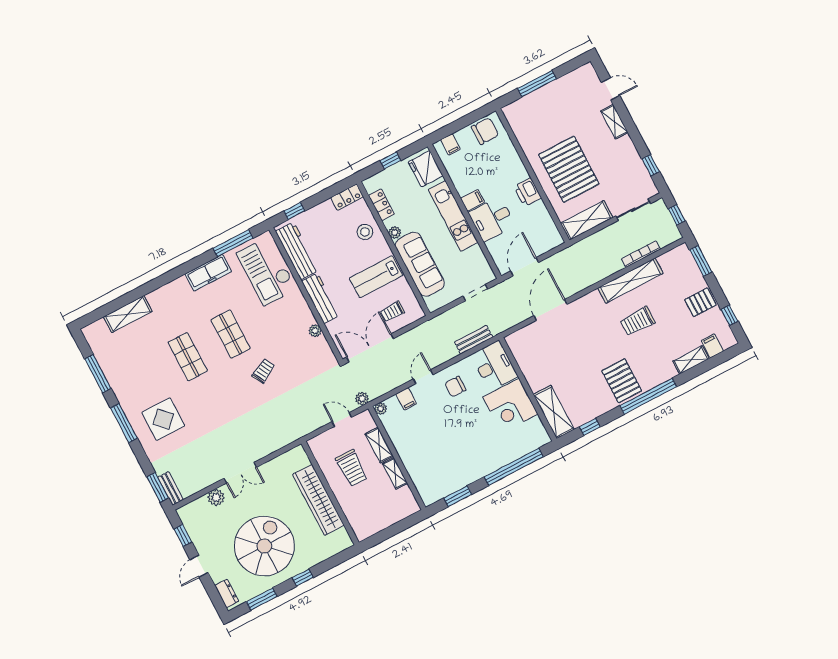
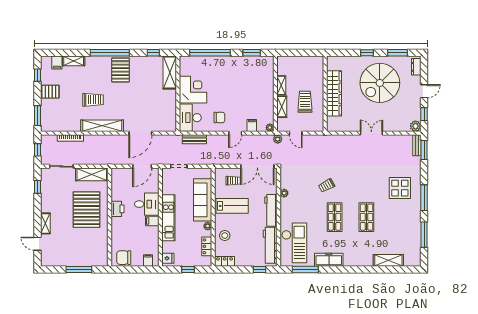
fridge: (426, 169) -> (168, 258), width x0.53, depth x0.75
shelving: (630, 281) -> (102, 126), moved
plant: (216, 498) -> (415, 126), moved

